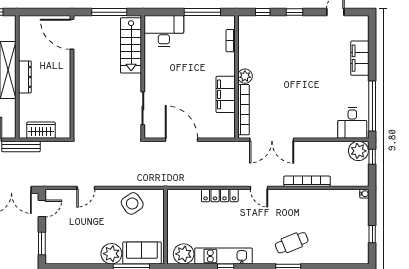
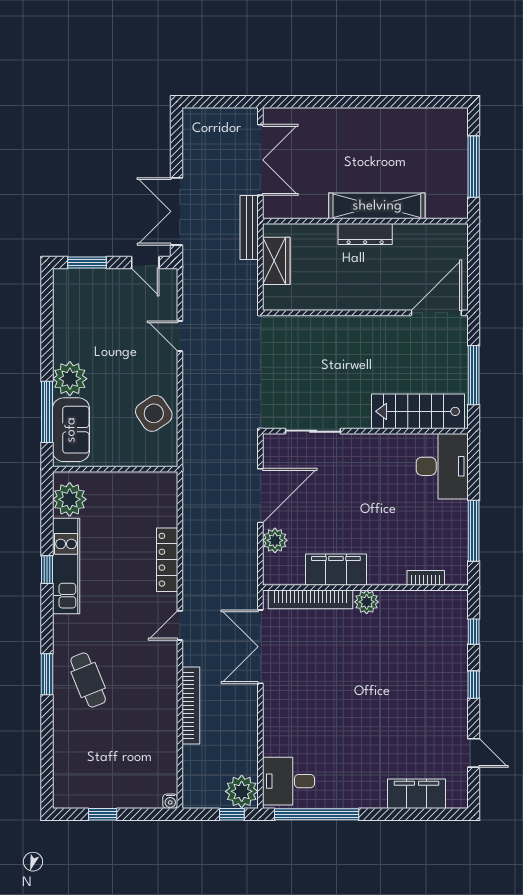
filing cabinet: (360, 58) -> (416, 794), moved
plant: (208, 131) -> (275, 540), added

